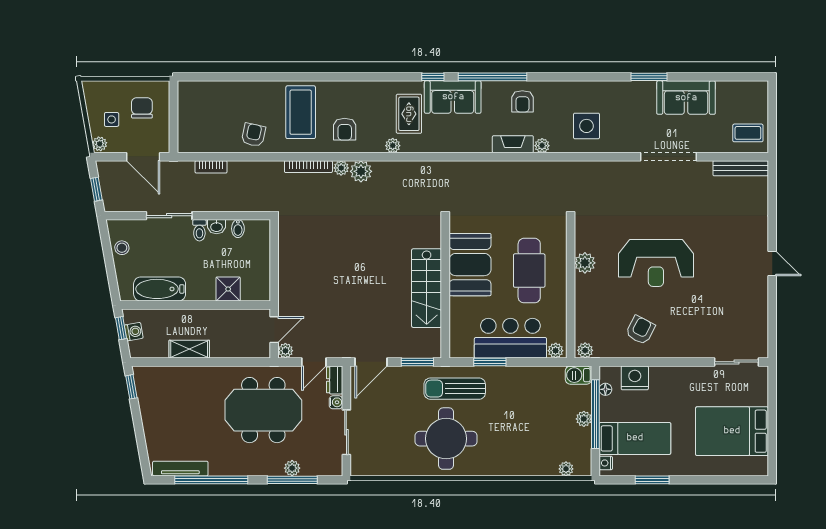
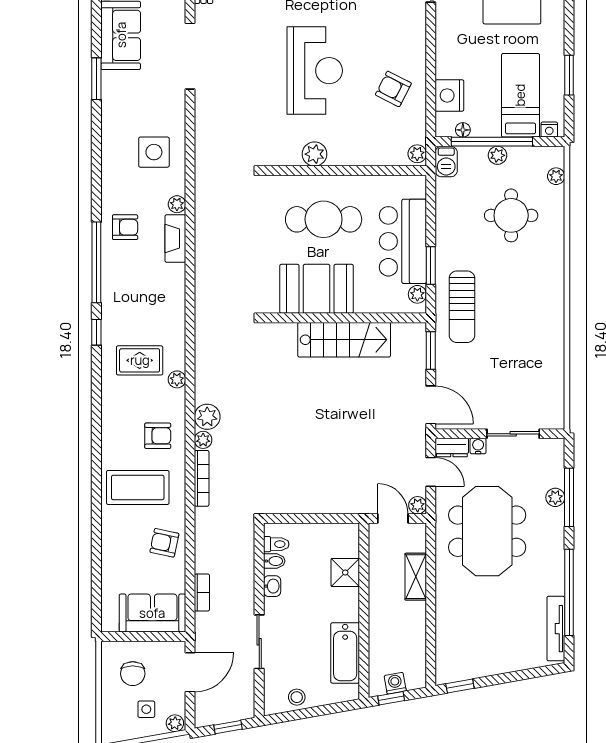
sofa: (453, 97) -> (152, 613), moved, turned -90
chair: (142, 108) -> (133, 674), turned -90
toilet: (199, 230) -> (276, 544), moved
shelving: (189, 349) -> (416, 577), moved
plant: (556, 351) -> (417, 294), moved
round table: (446, 439) -> (511, 215), moved, width x0.73, depth x0.73

